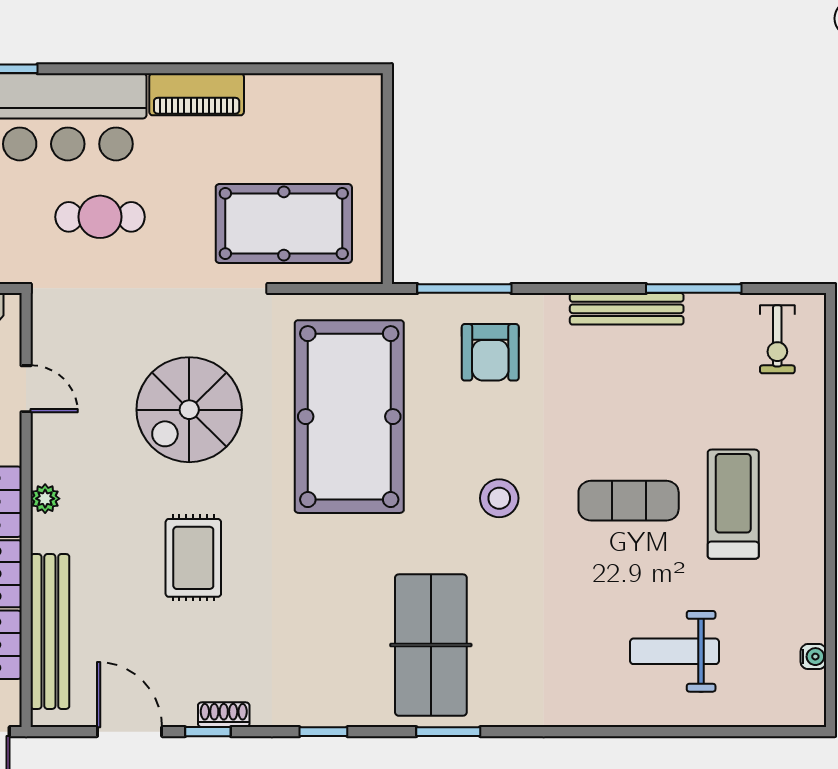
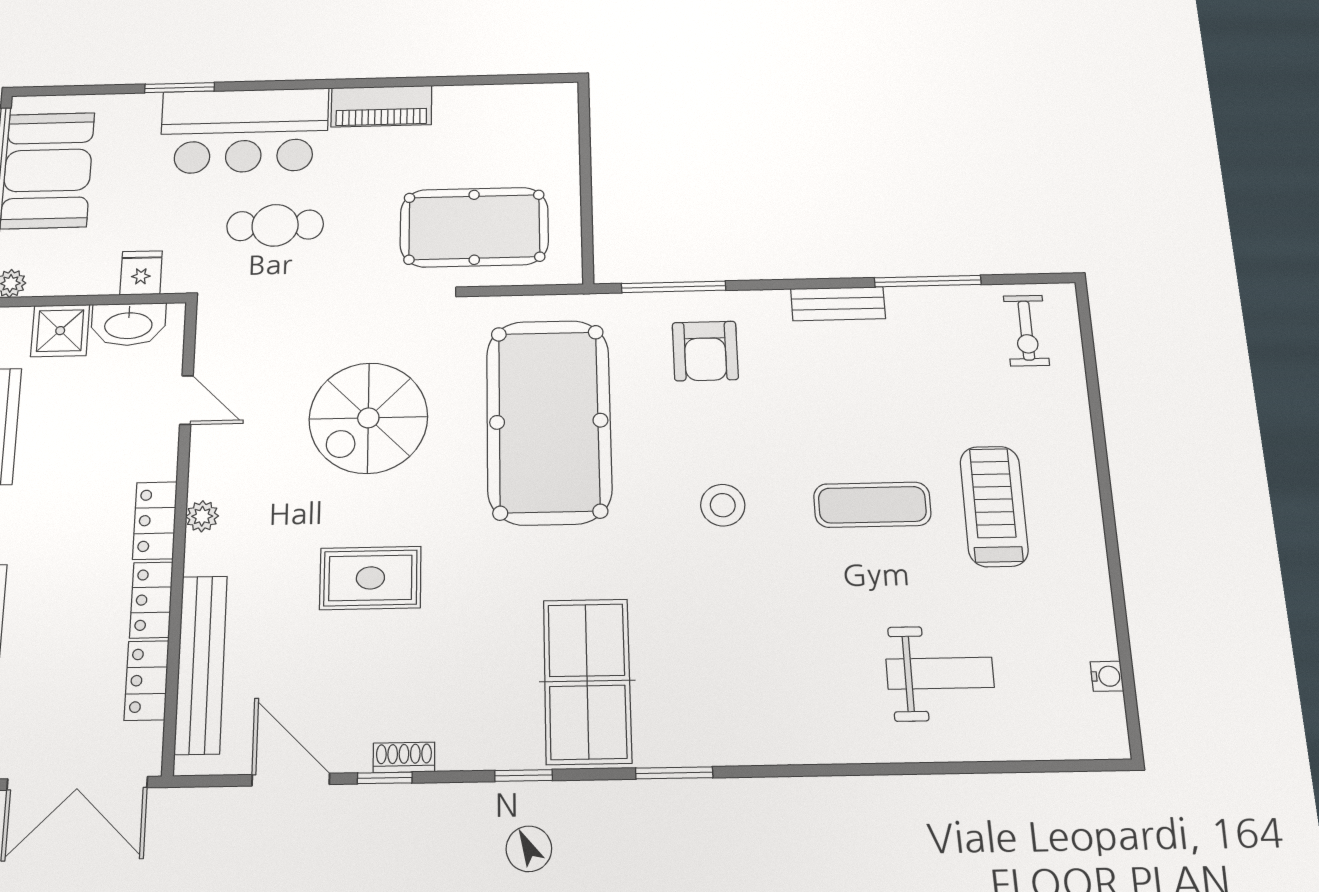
bench: (627, 309) -> (838, 304), width x0.73
rug: (193, 558) -> (370, 578), turned 90
table tennis table: (431, 645) -> (587, 681), moved
weight bench: (674, 651) -> (940, 673), turned 180

